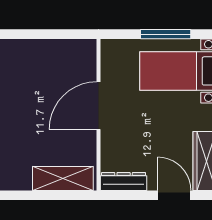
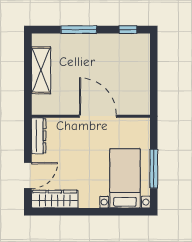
shelving: (63, 178) -> (41, 70), moved

